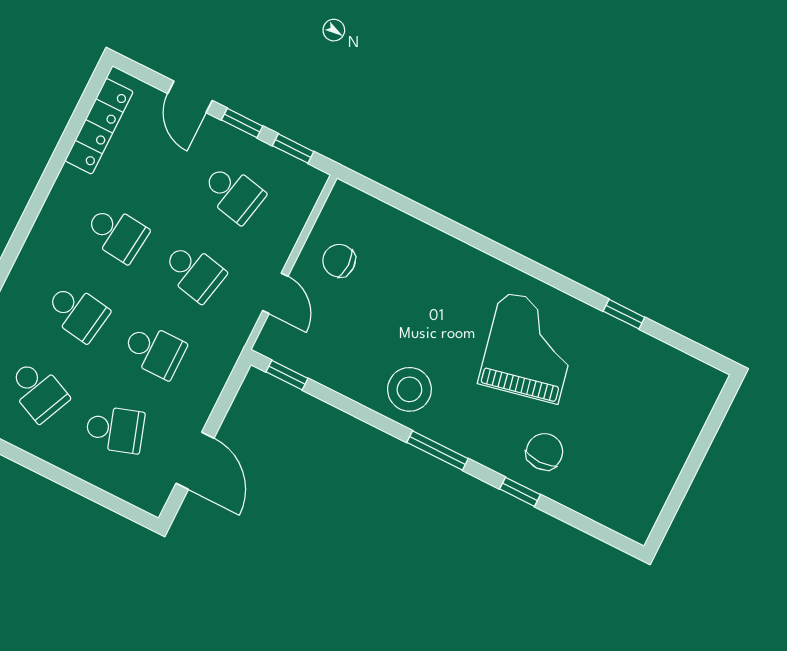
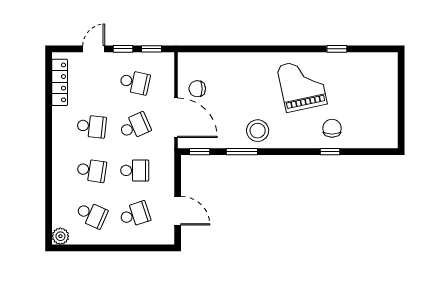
door: (190, 97) -> (94, 49), swing flipped
school desk: (194, 272) -> (135, 126), turned -36
door: (275, 293) -> (176, 118), width x1.88
window: (438, 451) -> (242, 152), moved

